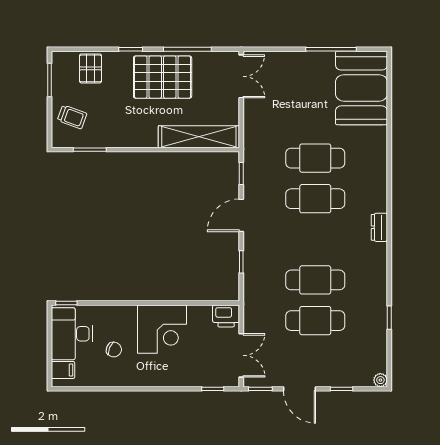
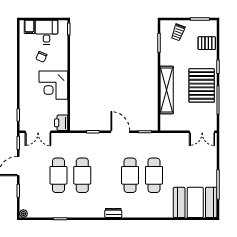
shelving: (199, 137) -> (167, 90), moved
desk: (72, 334) -> (47, 32), width x0.73

